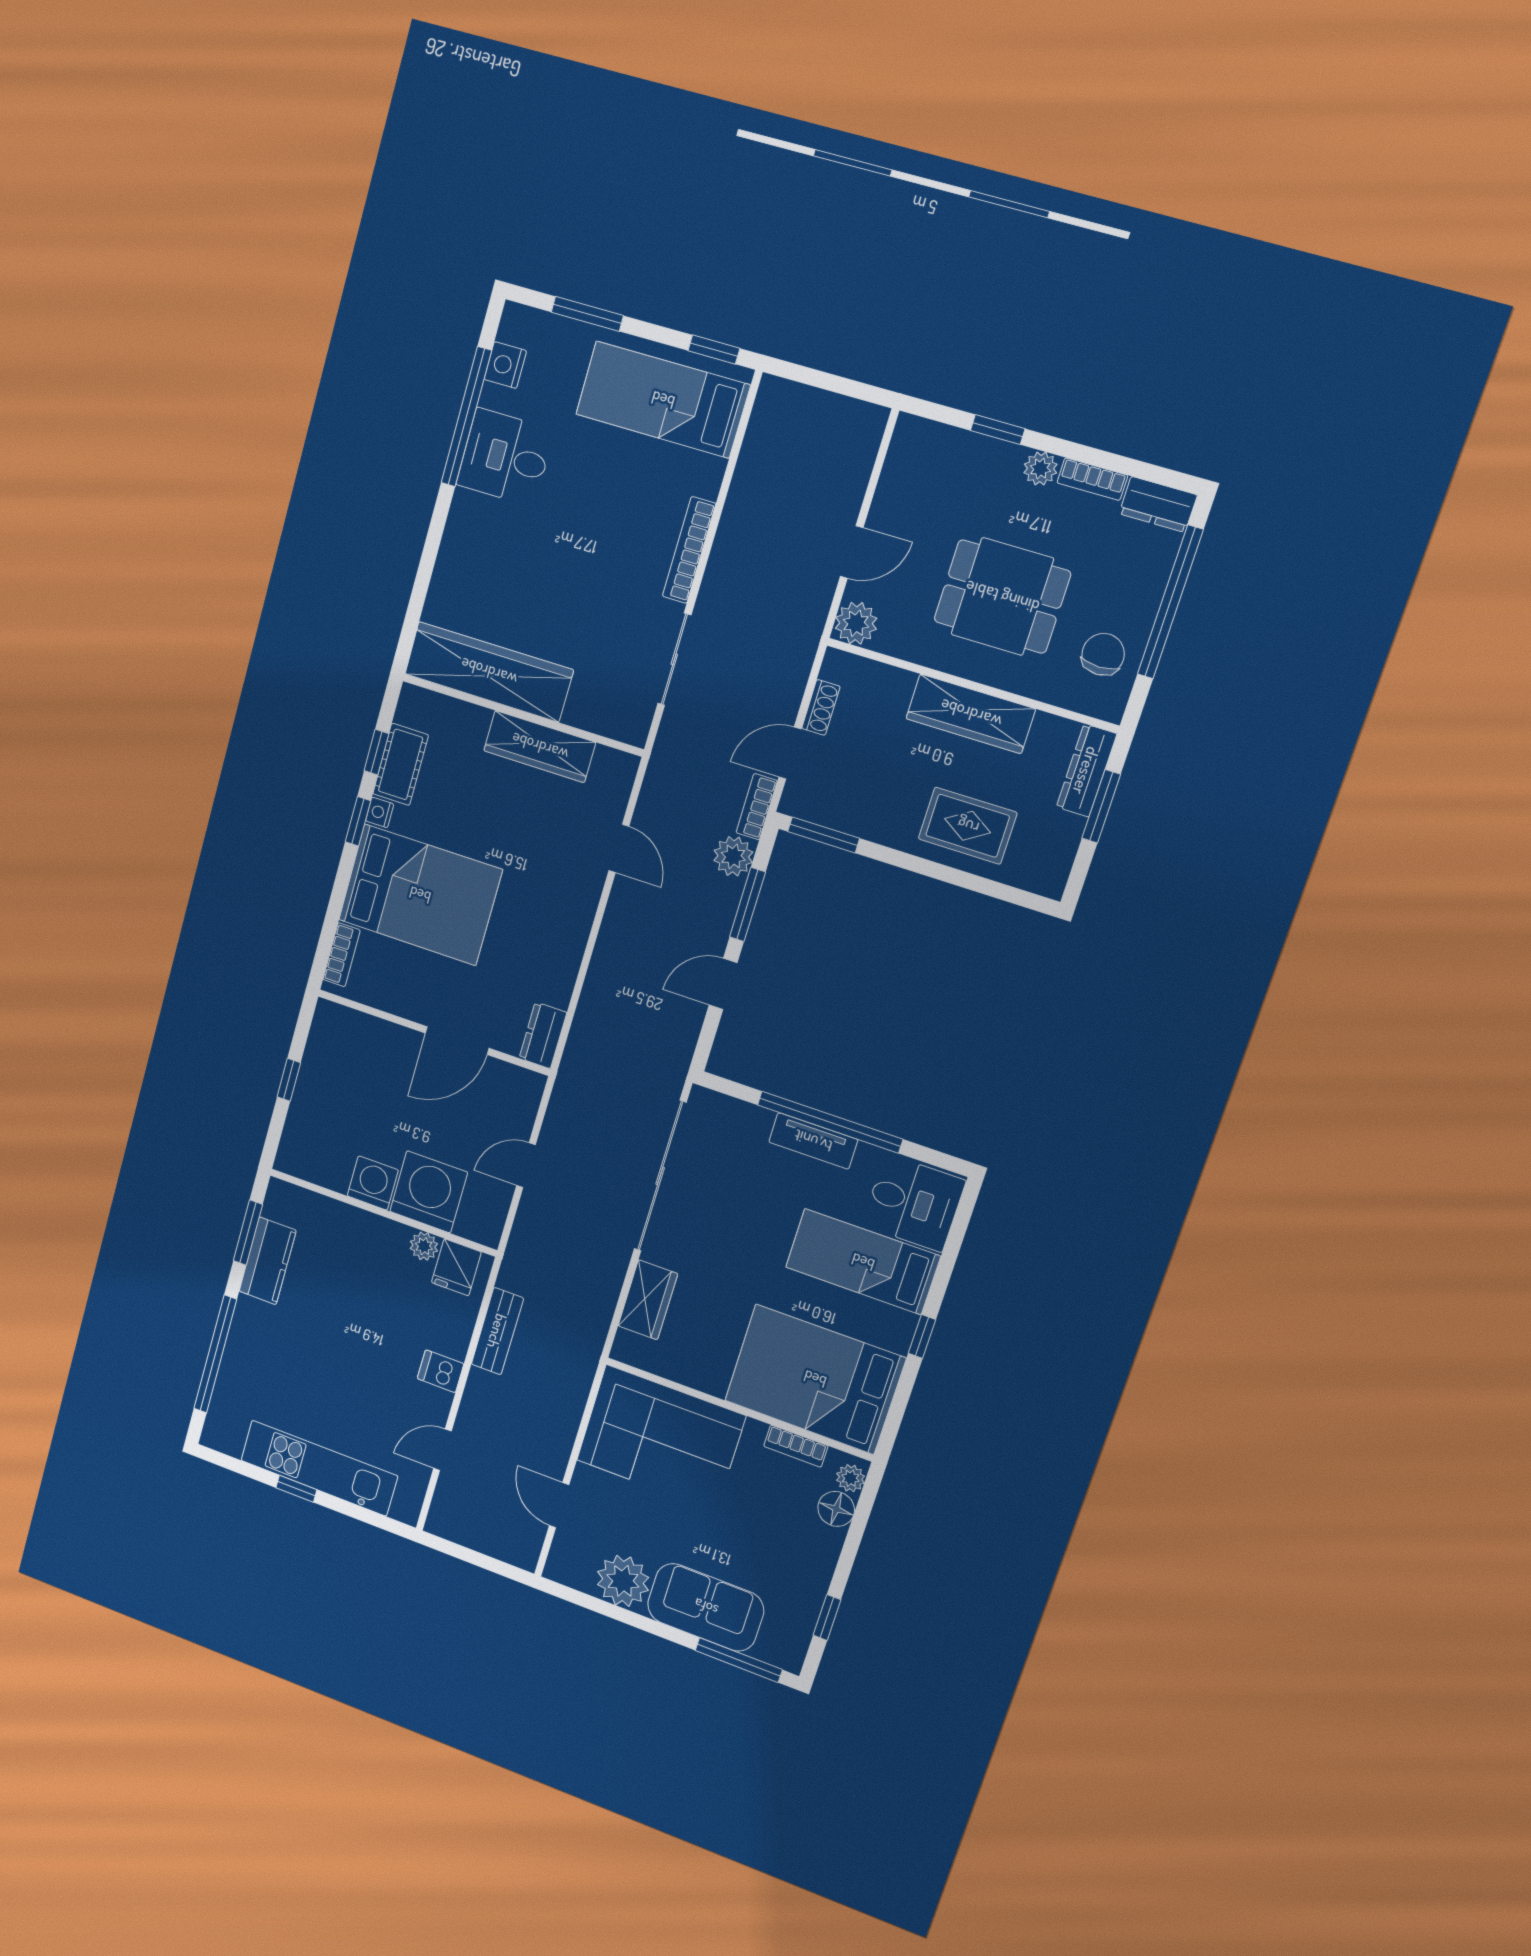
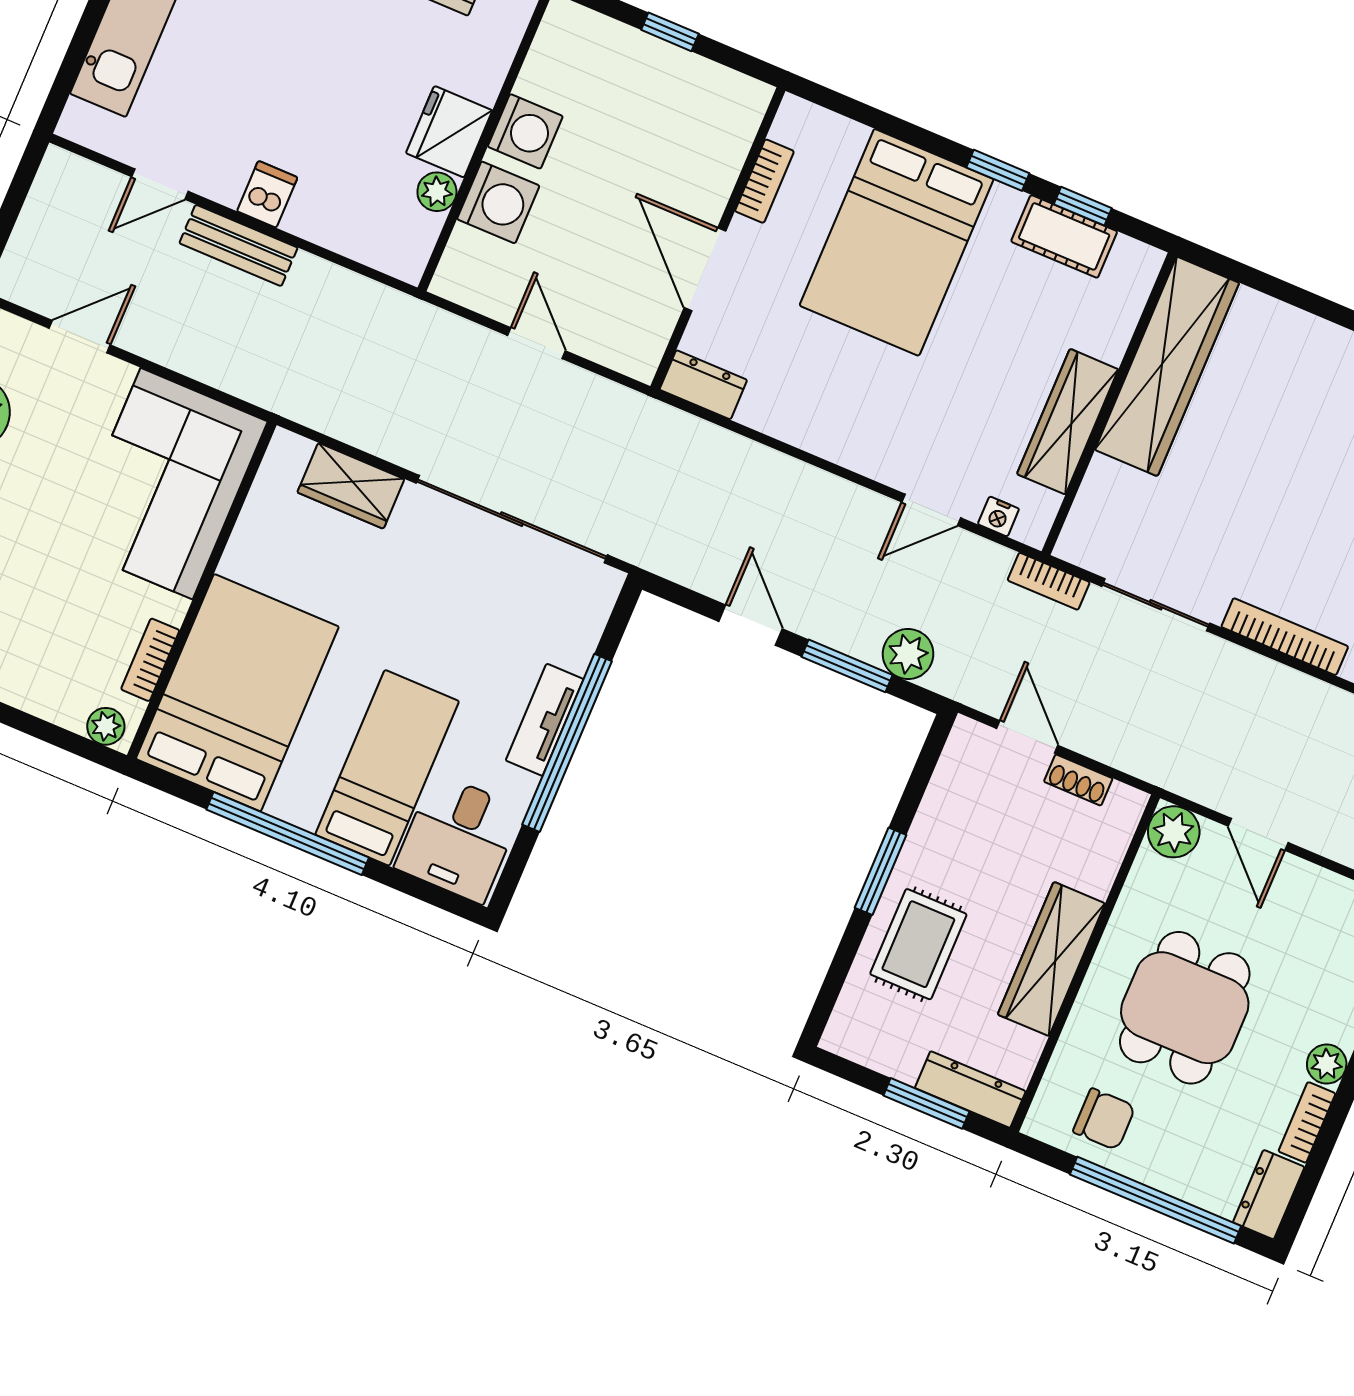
bookcase: (757, 807) -> (1049, 581), moved, turned 180
nightstand: (380, 812) -> (998, 516), moved, turned 180
window: (824, 835) -> (880, 871), moved
bookcase: (342, 955) -> (764, 181), moved, turned -90
washing machine: (429, 1192) -> (498, 202), width x0.73, depth x0.73
fridge: (456, 1267) -> (449, 132), moved, width x1.38
bench: (497, 1331) -> (238, 245), moved
window: (922, 1336) -> (288, 834), width x3.17
door: (442, 1450) -> (160, 184), swing flipped
floor lamp: (836, 1509) -> (66, 704), removed

